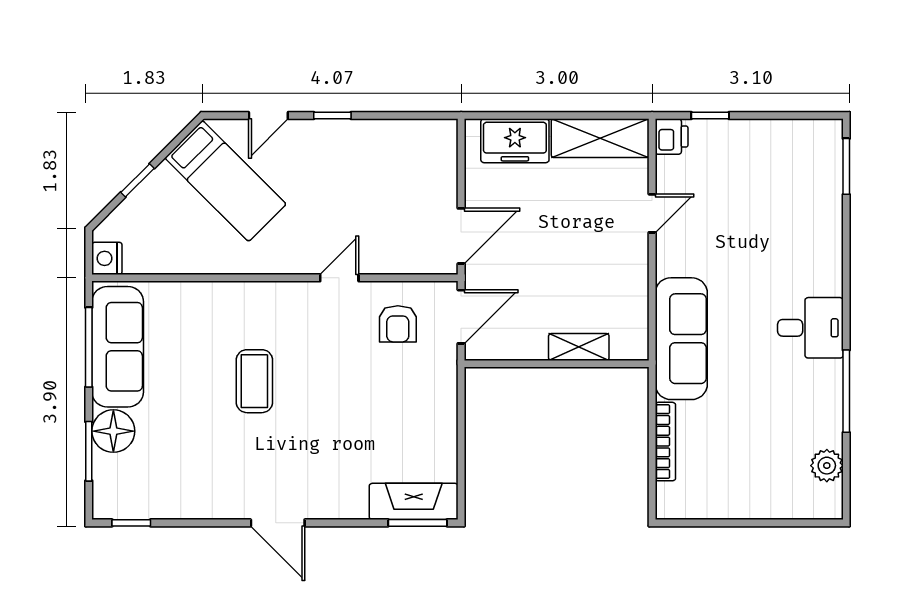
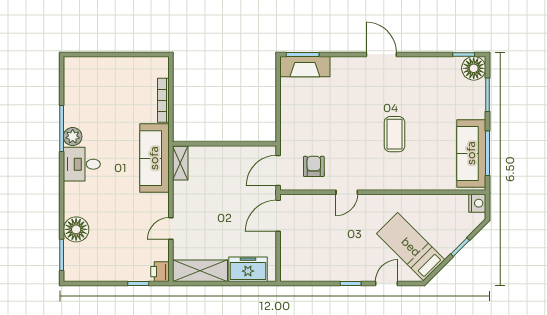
floor lamp: (821, 212) -> (76, 229), added
shelving: (579, 347) -> (180, 163), moved, turned 90
floor lamp: (113, 431) -> (474, 68), moved
plant: (827, 466) -> (73, 137), moved

